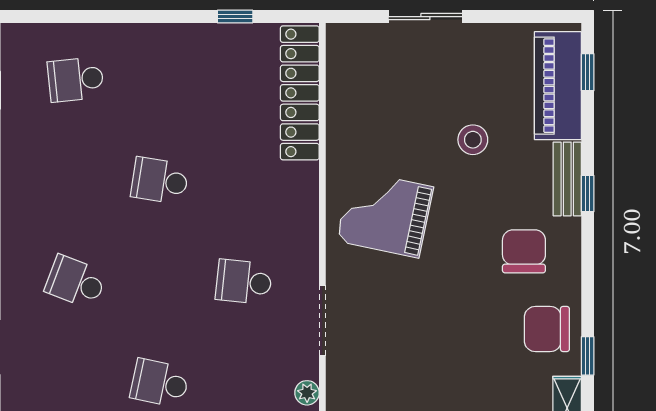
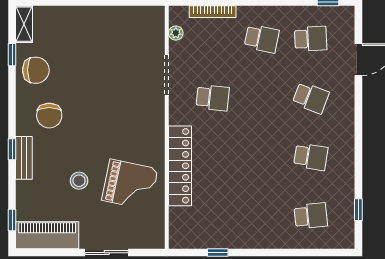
piano: (558, 86) -> (47, 235), moved, turned -90
locker: (300, 93) -> (180, 166), moved
school desk: (160, 181) -> (311, 157), moved
grand piano: (385, 214) -> (130, 185), moved
school desk: (76, 383) -> (311, 39), added

